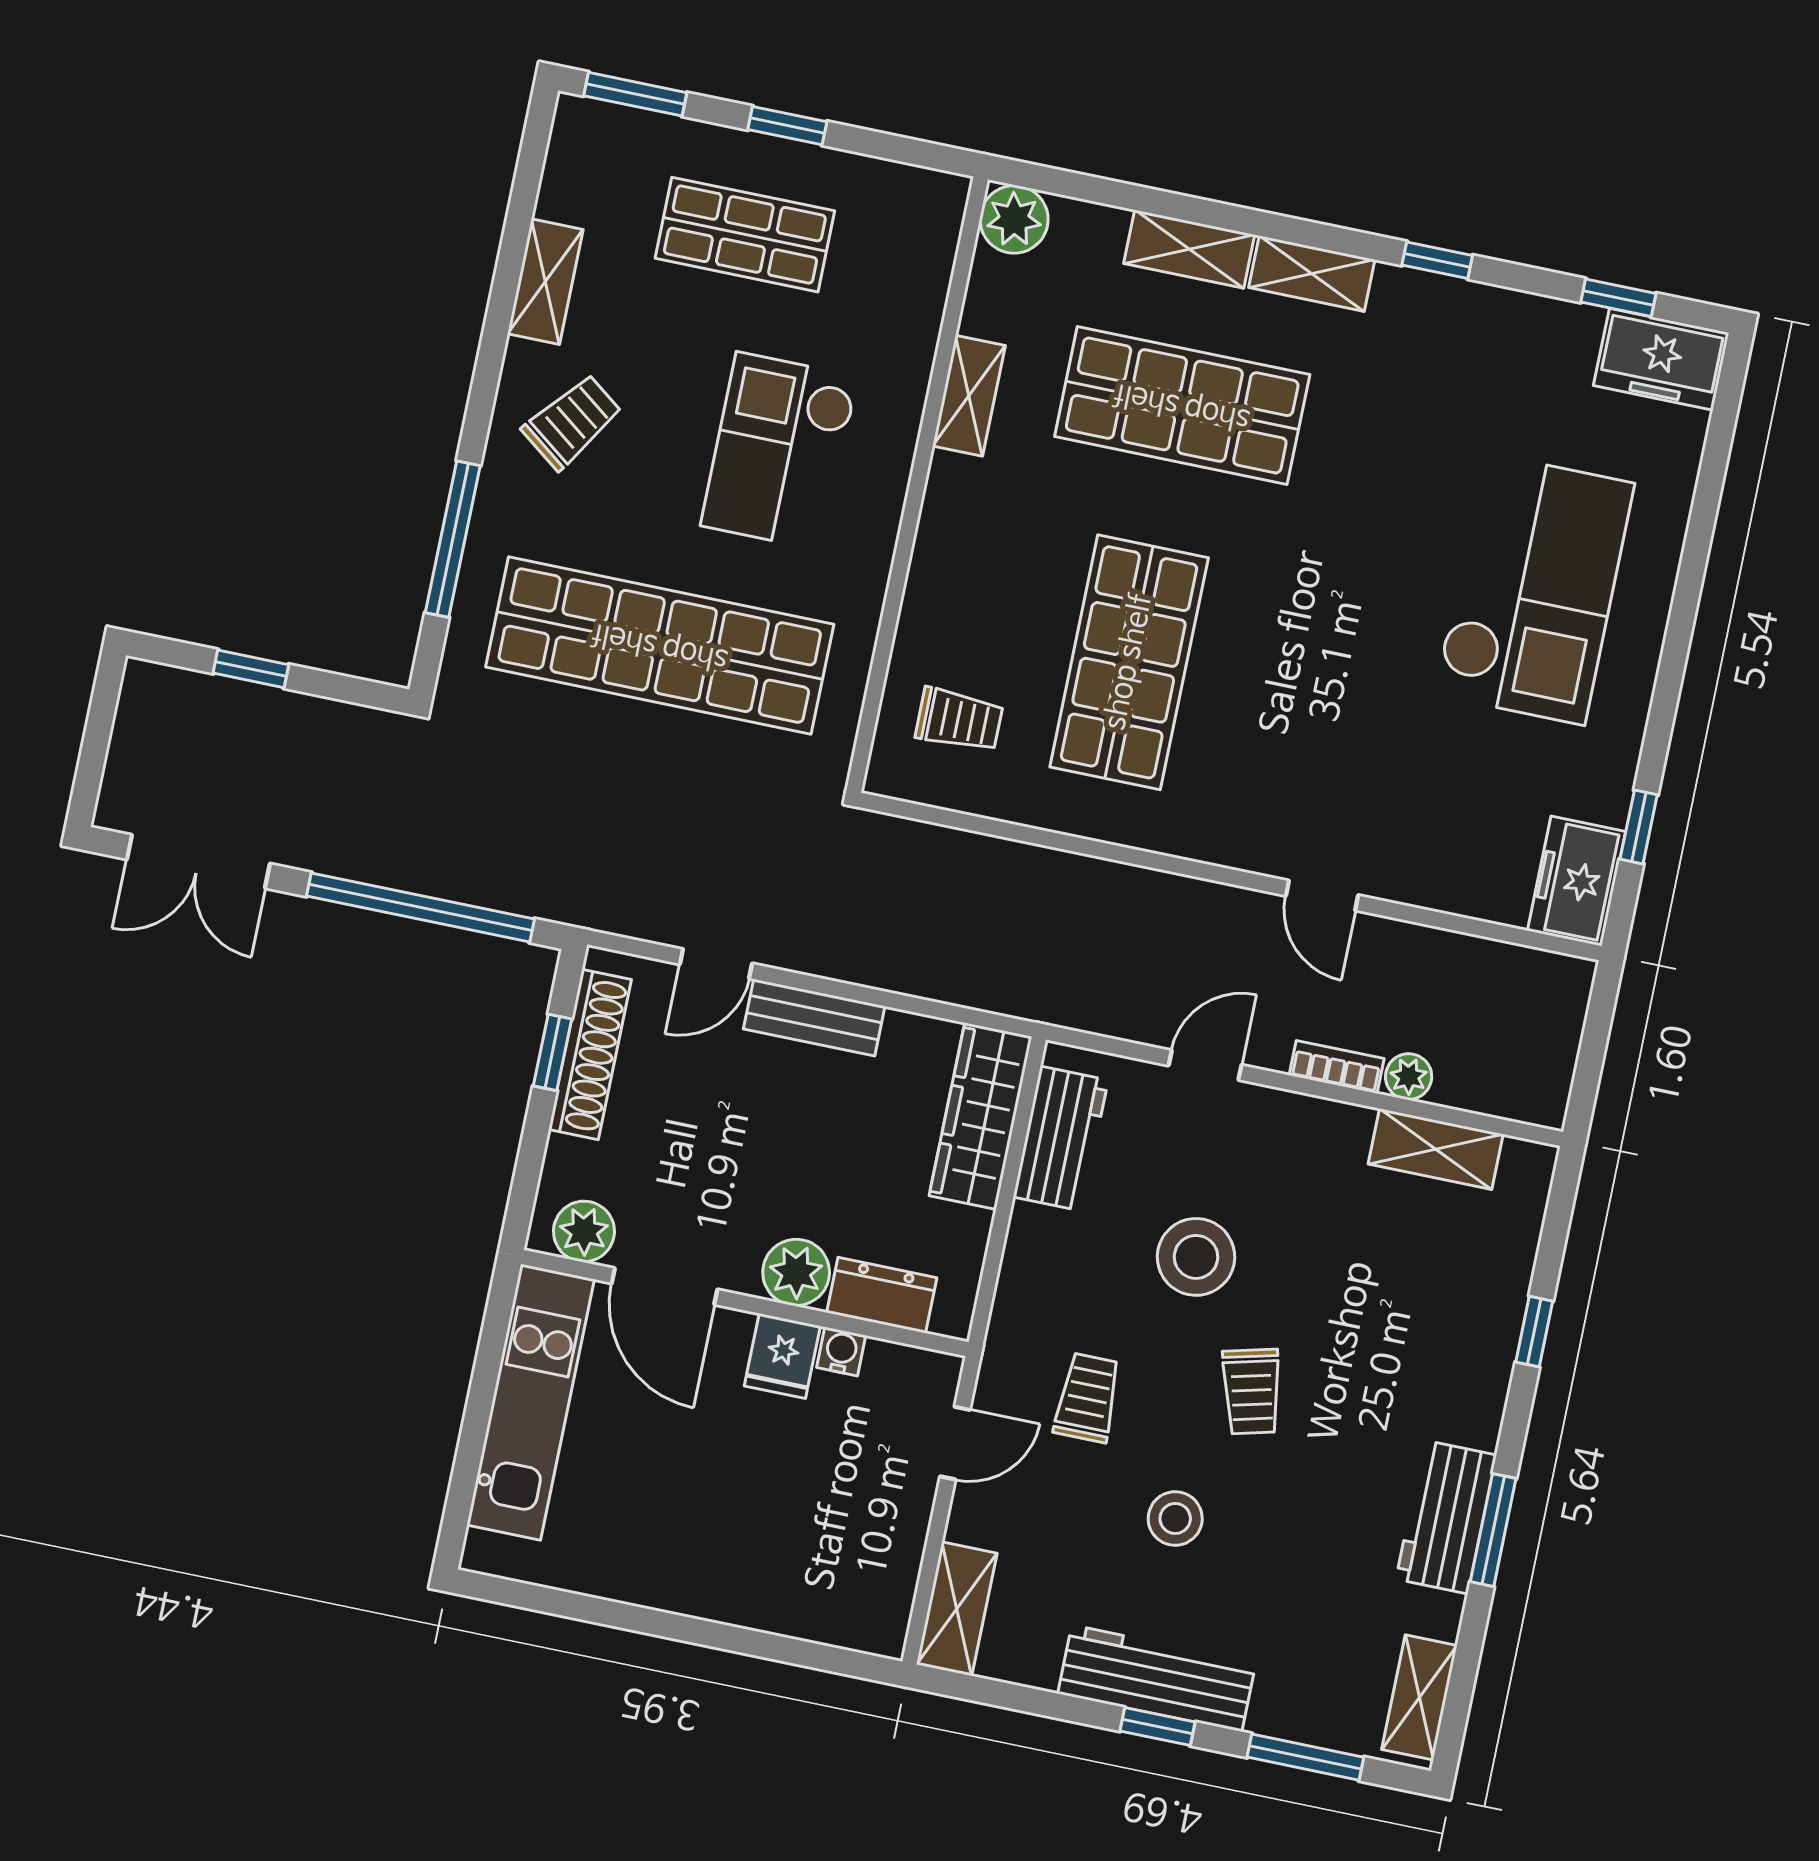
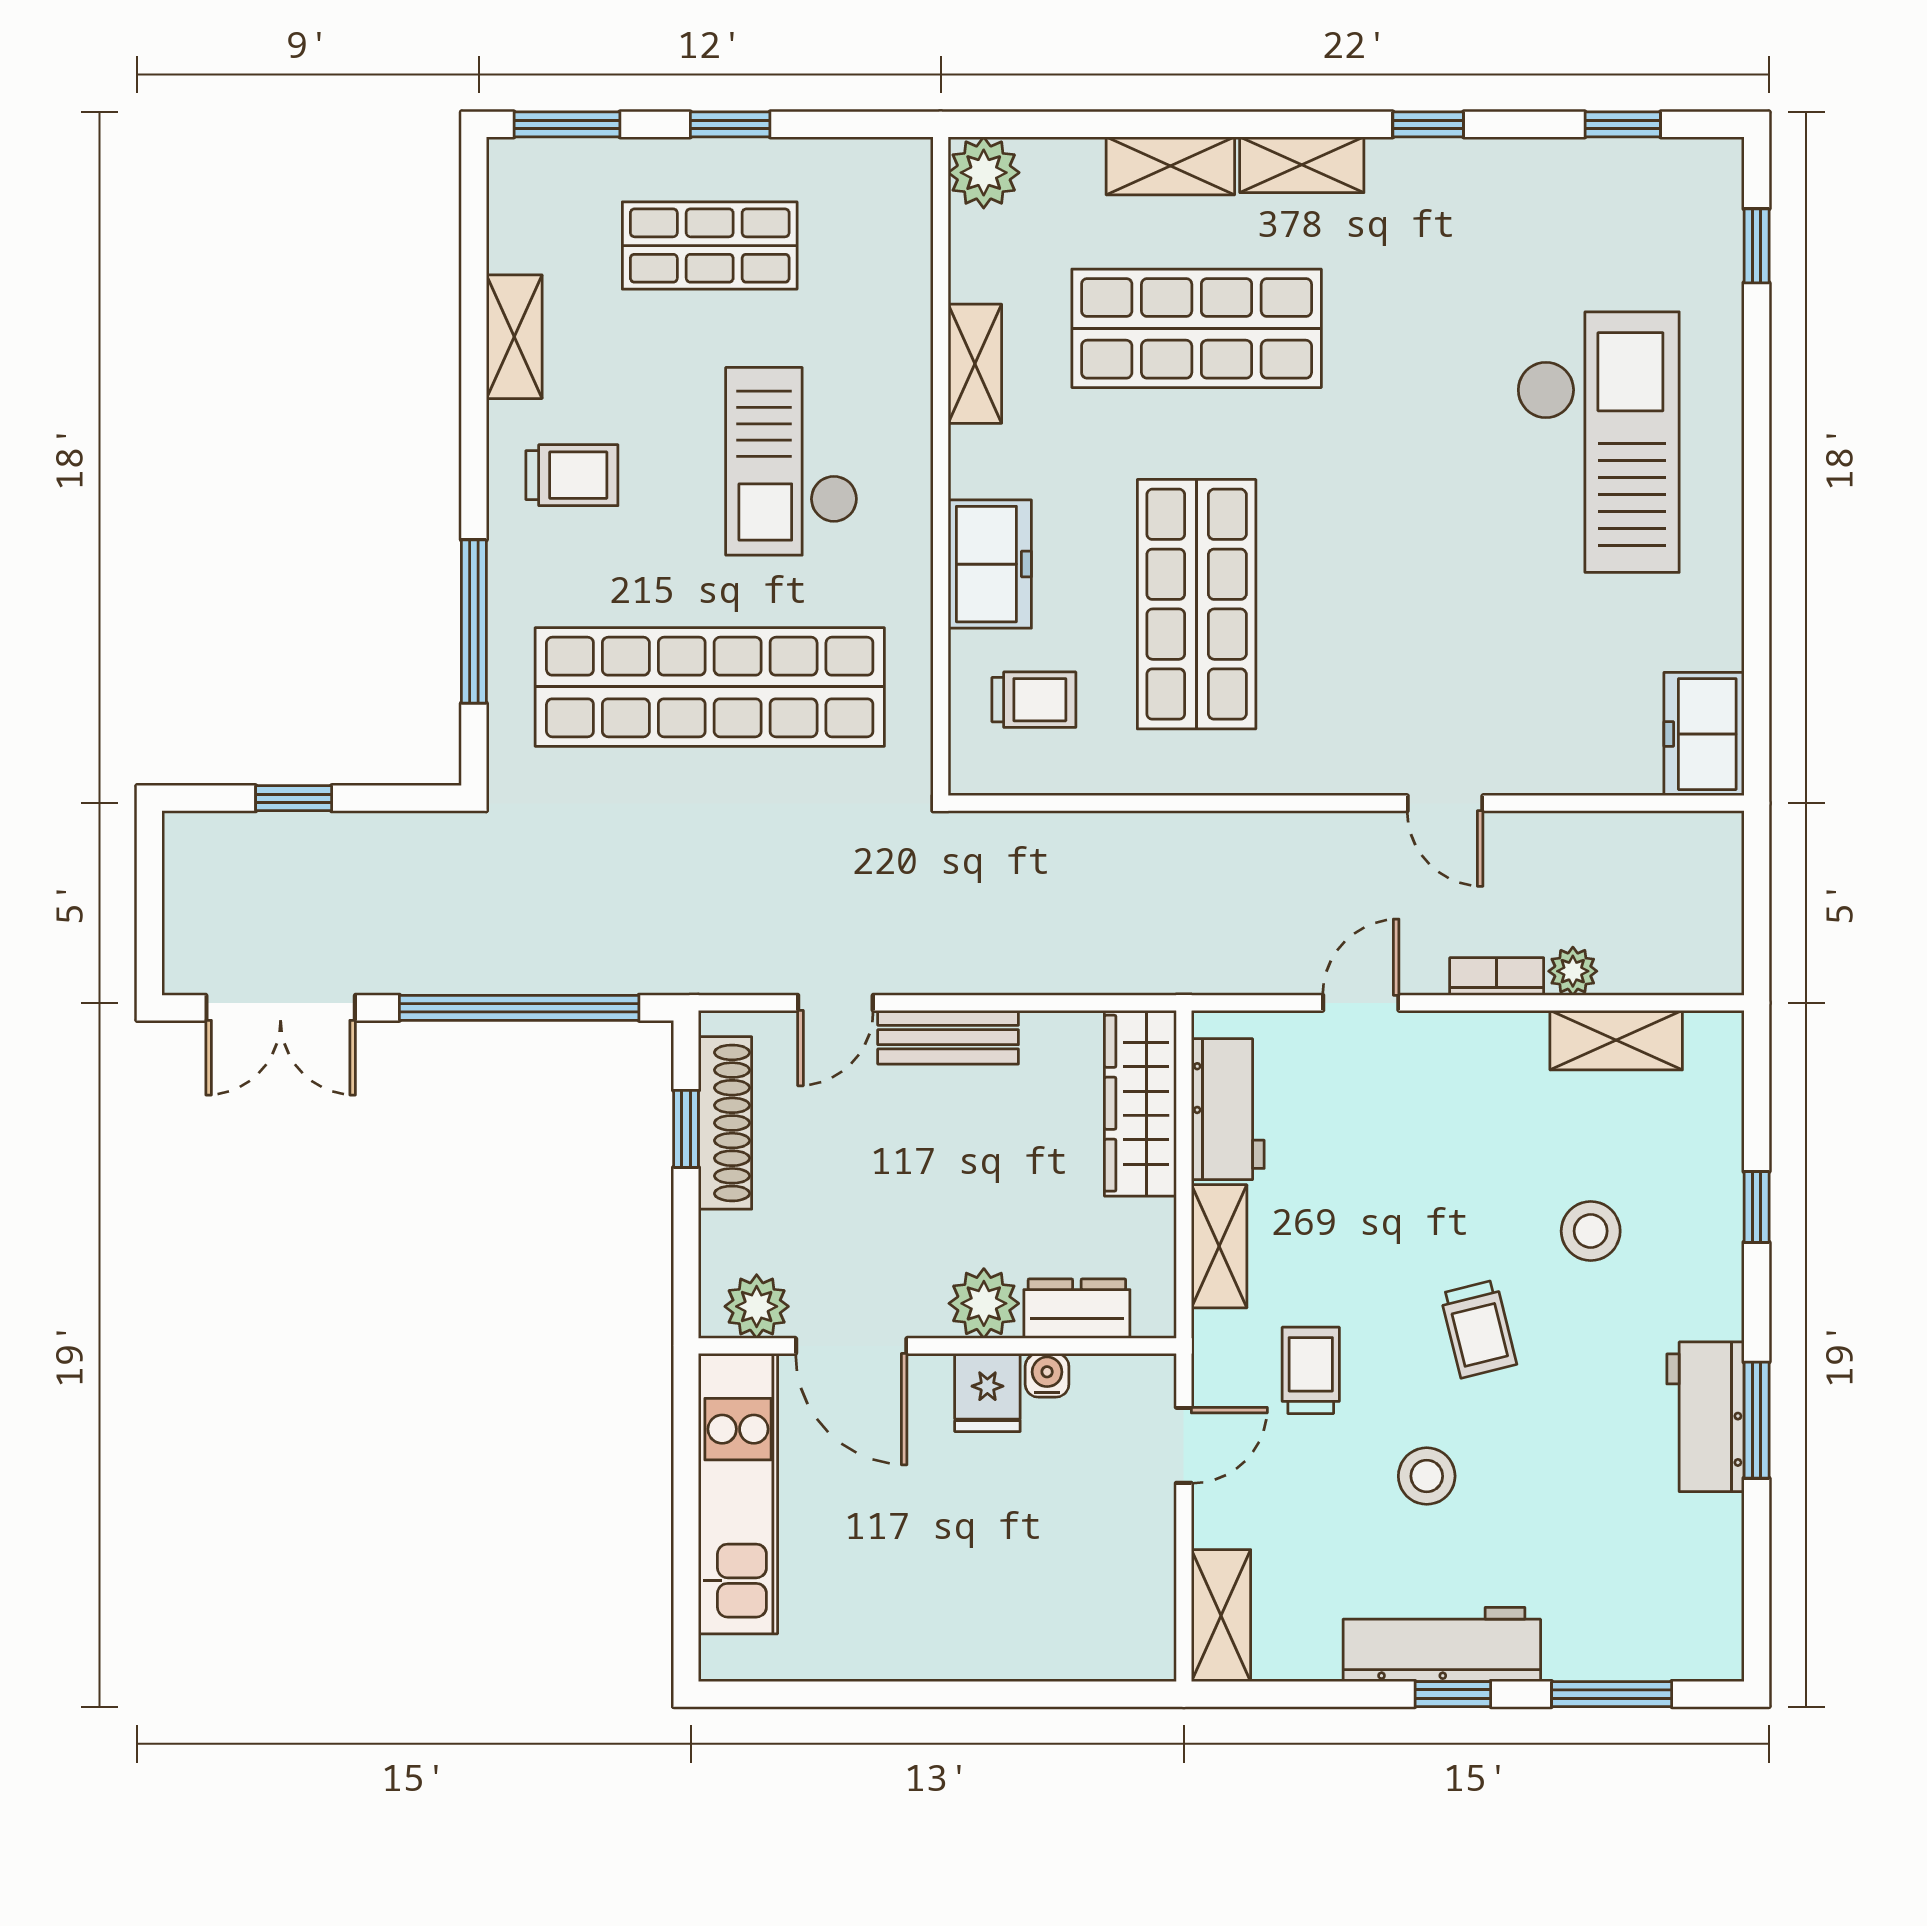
freezer: (1661, 359) -> (990, 564), moved, turned -90
trolley: (572, 422) -> (572, 475), turned 53
window: (1639, 827) -> (1757, 246), moved
stool: (1196, 1257) -> (1591, 1231), moved, width x0.73, depth x0.73
shelving: (1419, 1697) -> (1219, 1246), moved

